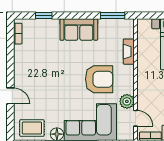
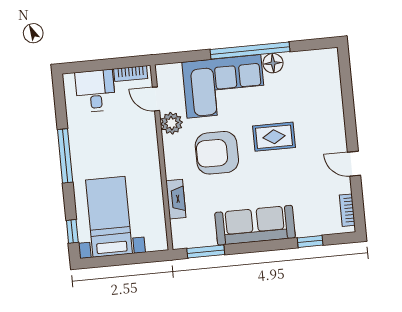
sofa: (79, 30) -> (255, 225), width x1.36
door: (10, 96) -> (354, 164), moved
rug: (32, 128) -> (274, 137), moved

